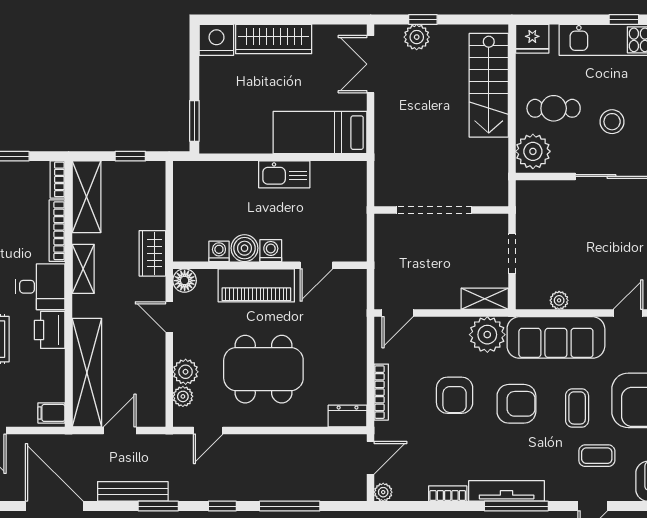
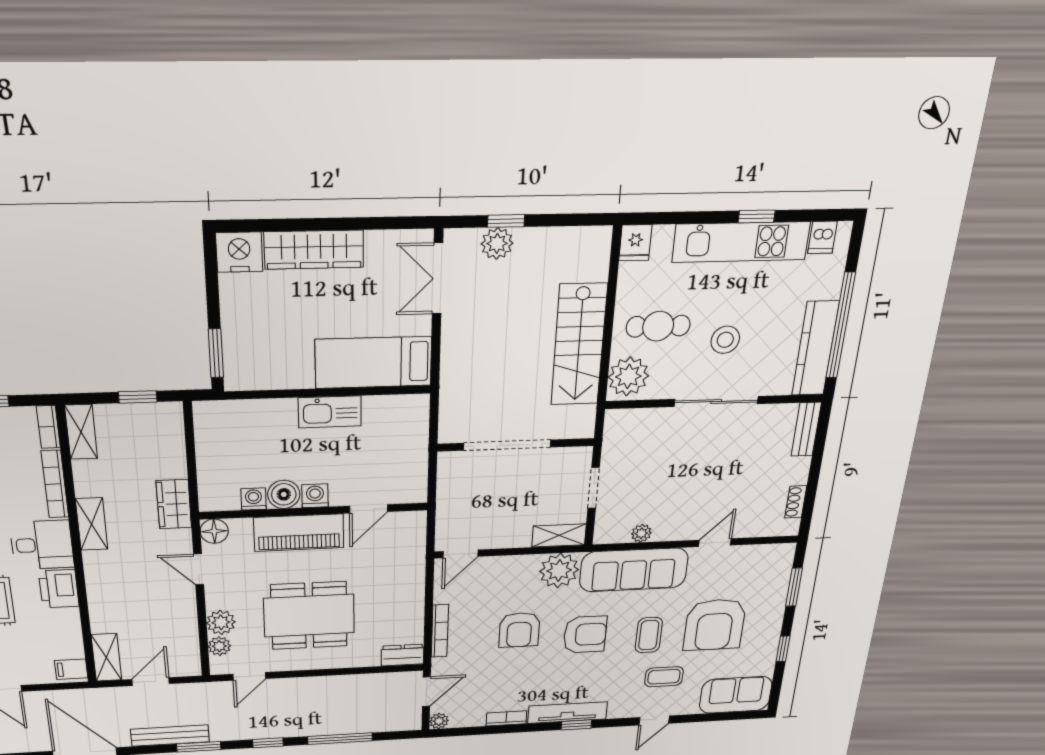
fridge: (532, 39) -> (635, 243), width x0.72
stairs: (489, 85) -> (579, 345), moved
shelving: (86, 197) -> (81, 432), width x0.67, depth x0.75
shelving: (87, 373) -> (106, 657), width x0.45, depth x0.75
window: (516, 506) -> (576, 725), width x0.46

